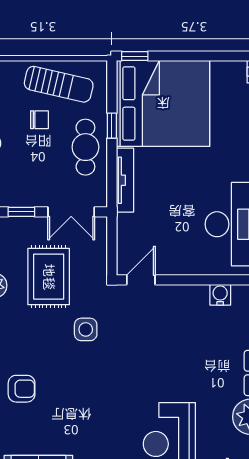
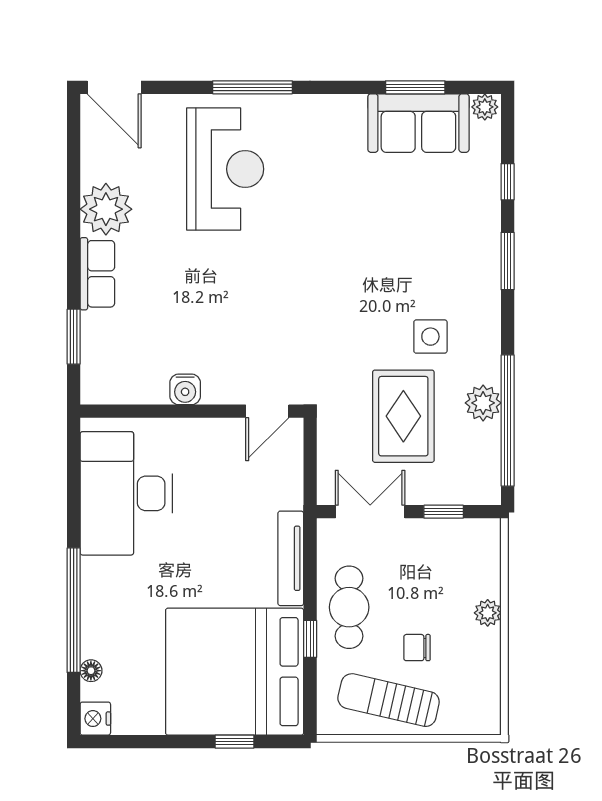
window: (135, 56) -> (235, 742), moved
water cooler: (220, 295) -> (185, 389), moved
side table: (86, 329) -> (430, 337), moved
armchair: (22, 389) -> (443, 251), removed

